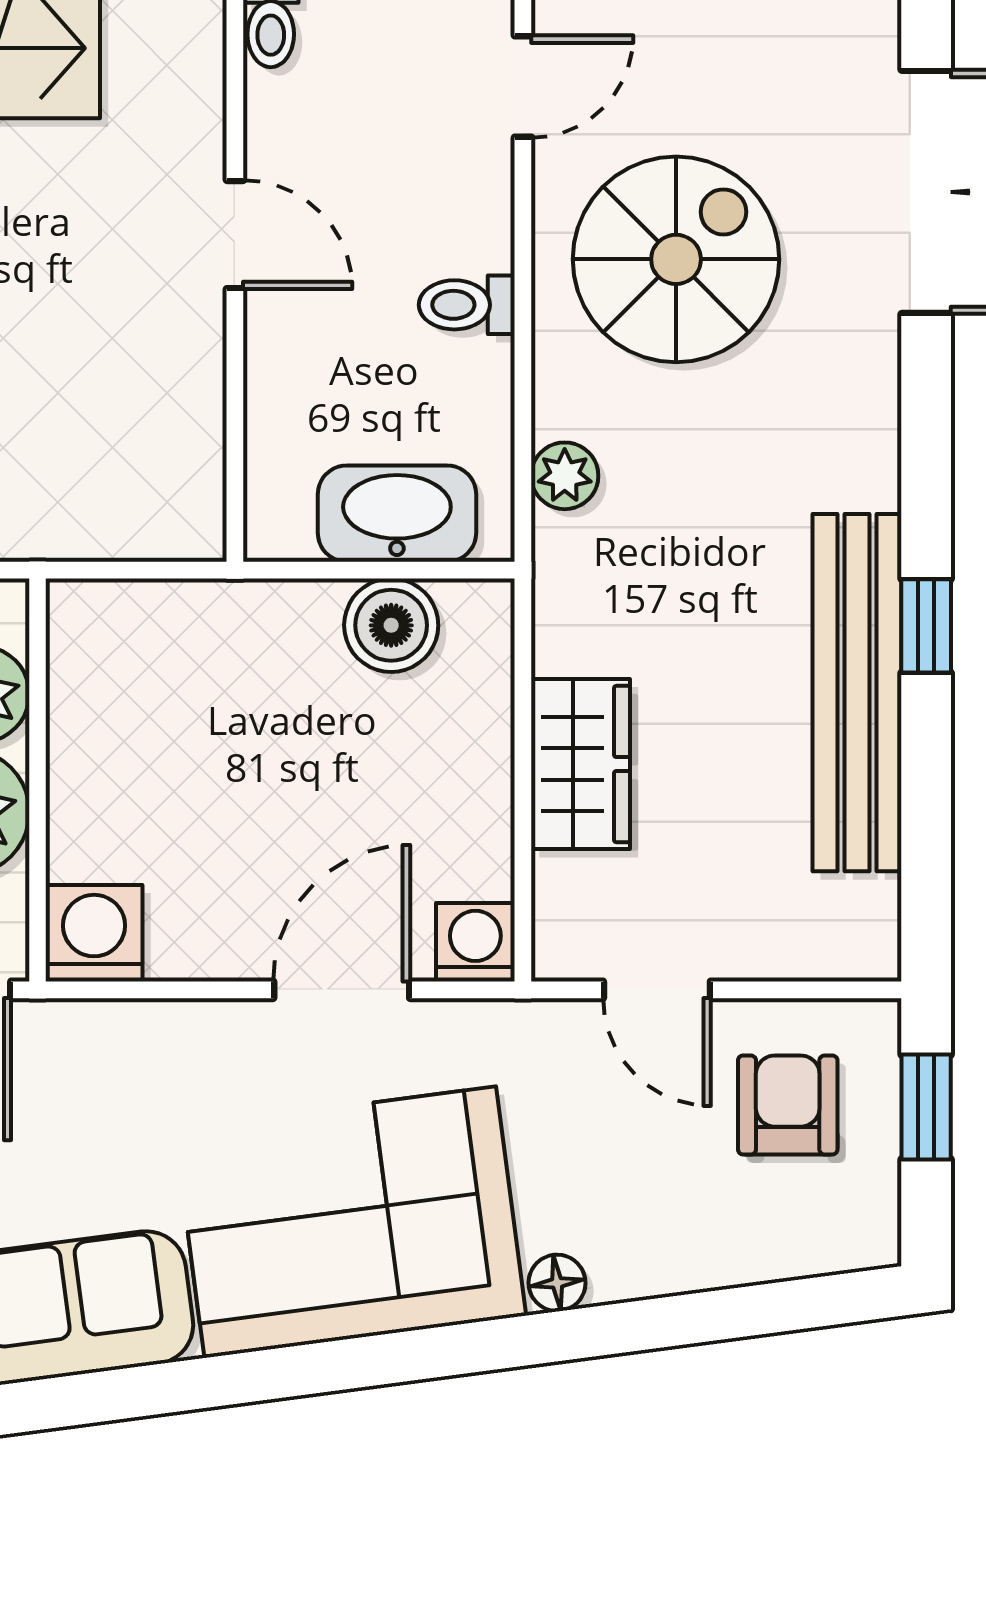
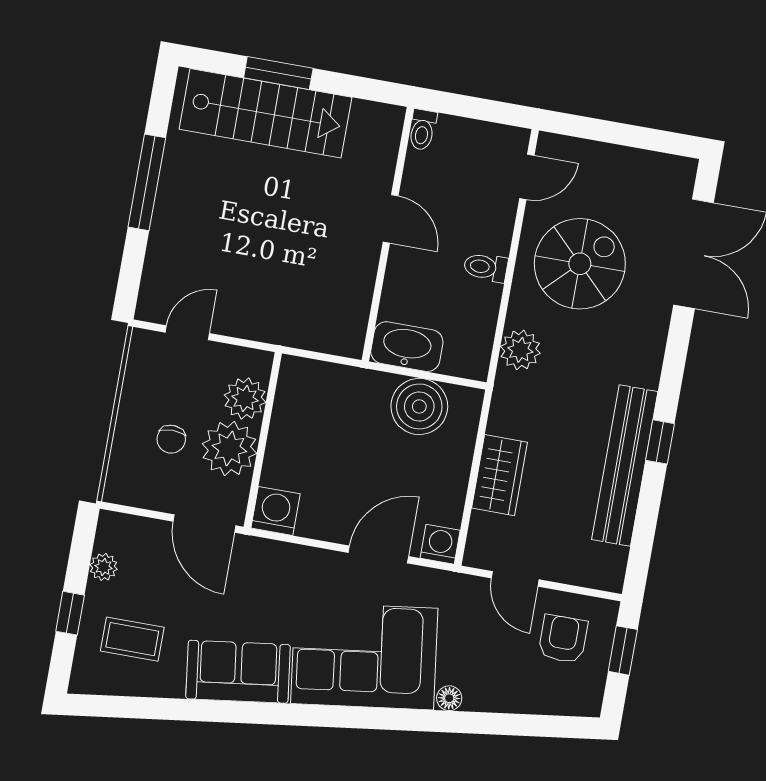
plant: (565, 476) -> (520, 350), width x1.38, depth x1.38
washbasin: (397, 514) -> (407, 347), moved
boiler: (391, 625) -> (419, 406), width x1.37, depth x1.37

